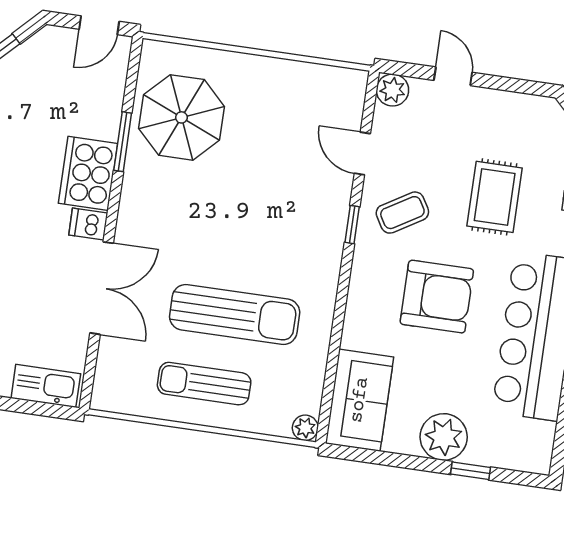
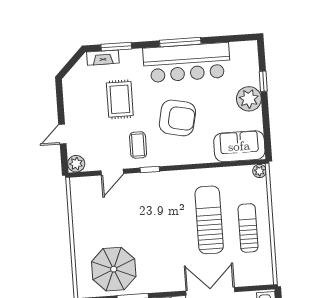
rug: (495, 197) -> (120, 99), turned 90
coffee table: (402, 213) -> (138, 145), turned 31
armchair: (437, 297) -> (177, 118), turned 102
sun lounger: (204, 384) -> (248, 228), turned 180

